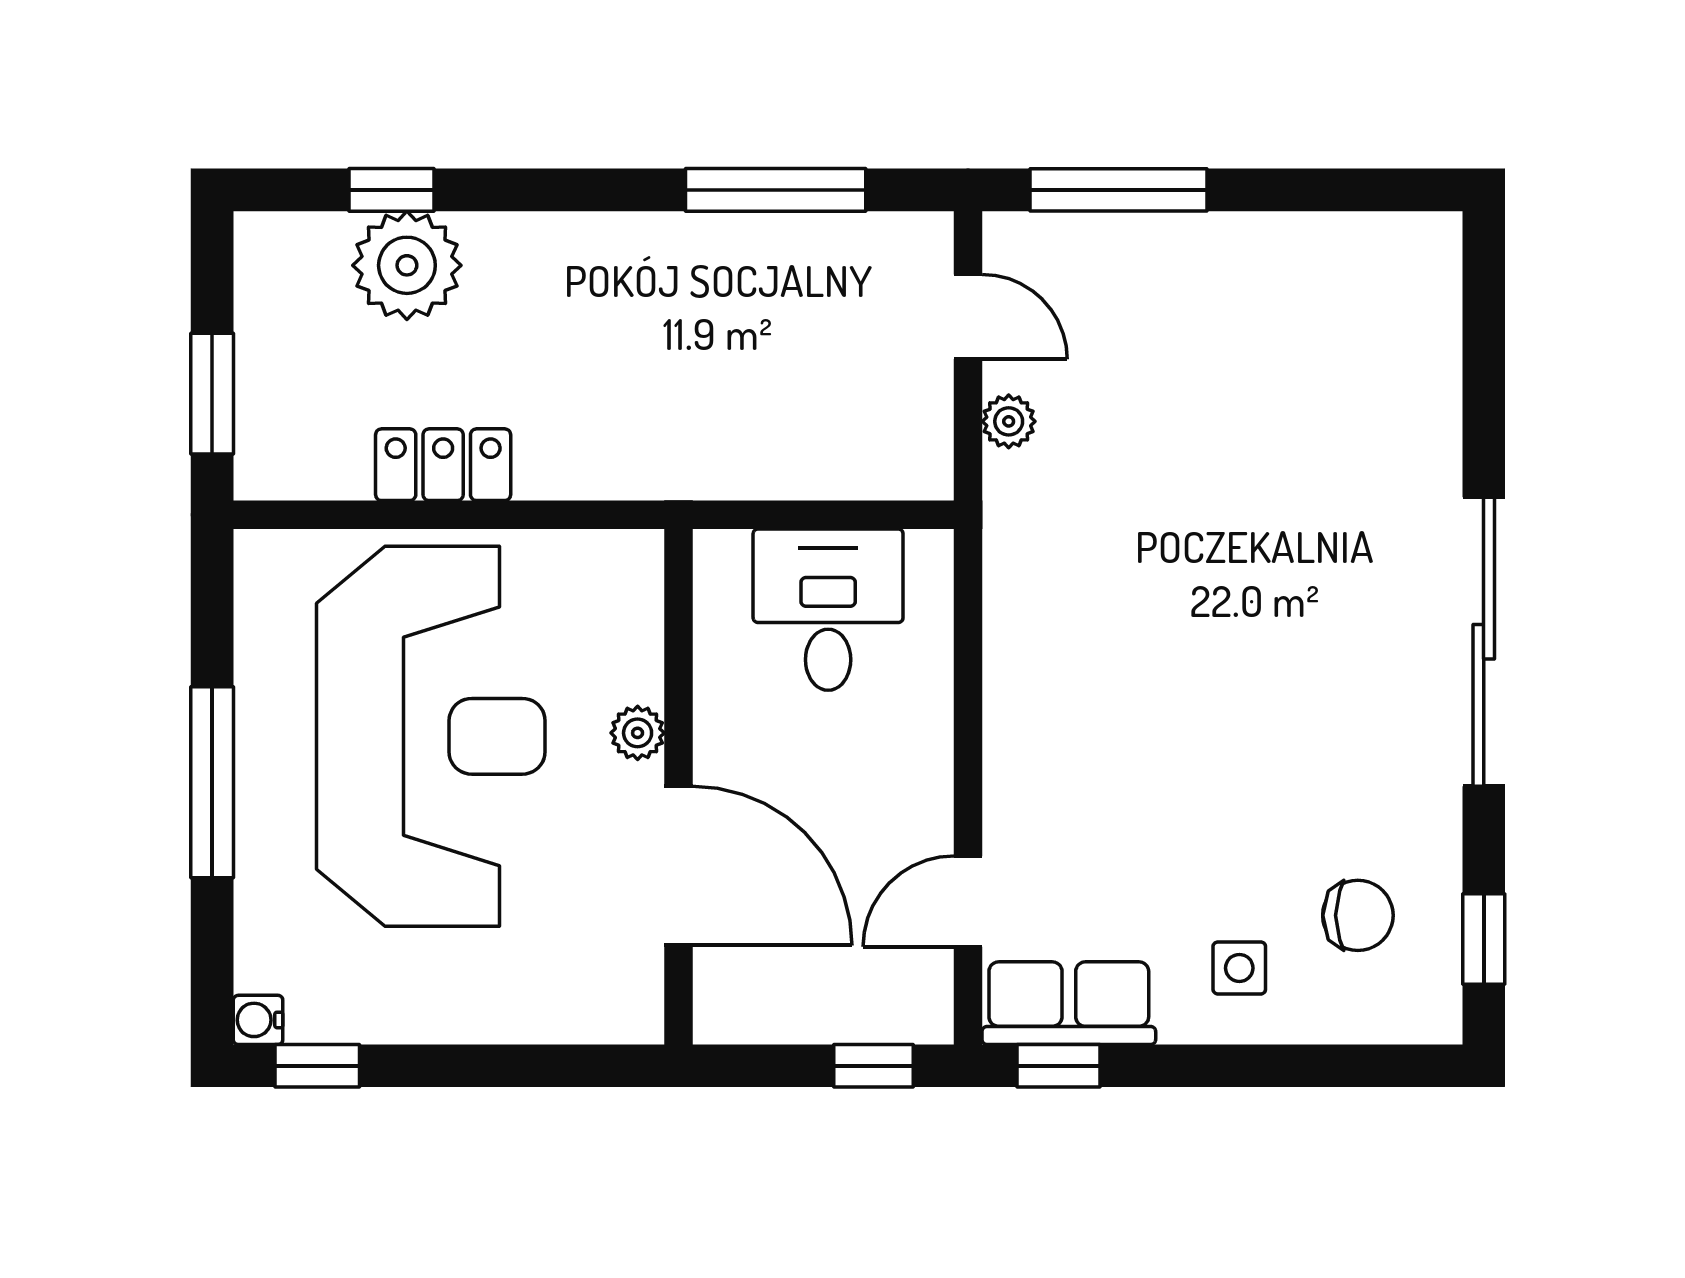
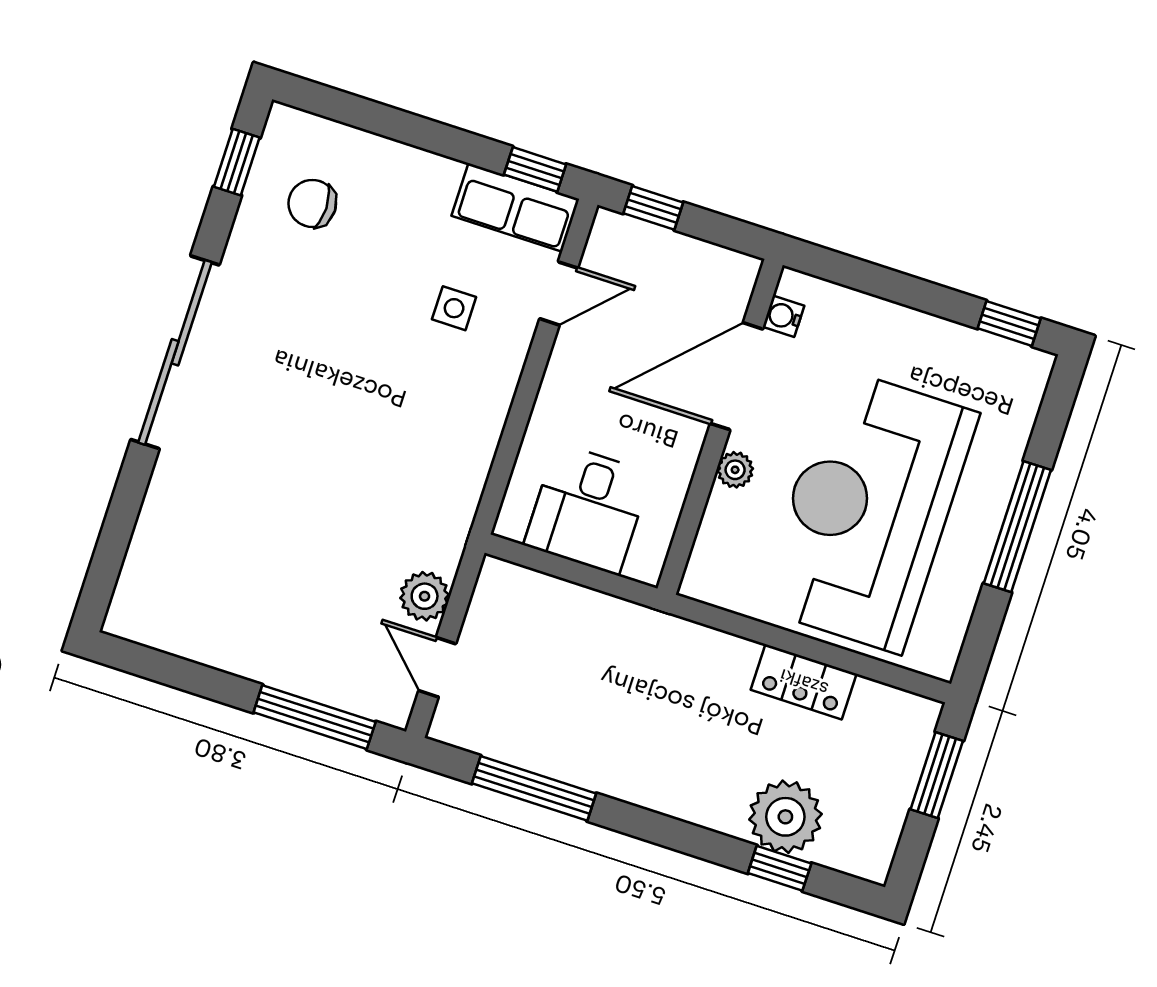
plant: (1009, 421) -> (425, 596), width x1.38, depth x1.38
door: (678, 866) -> (737, 376), hinge flipped
side table: (1239, 968) -> (454, 308), moved
water cooler: (258, 1020) -> (784, 316), moved, turned 180

